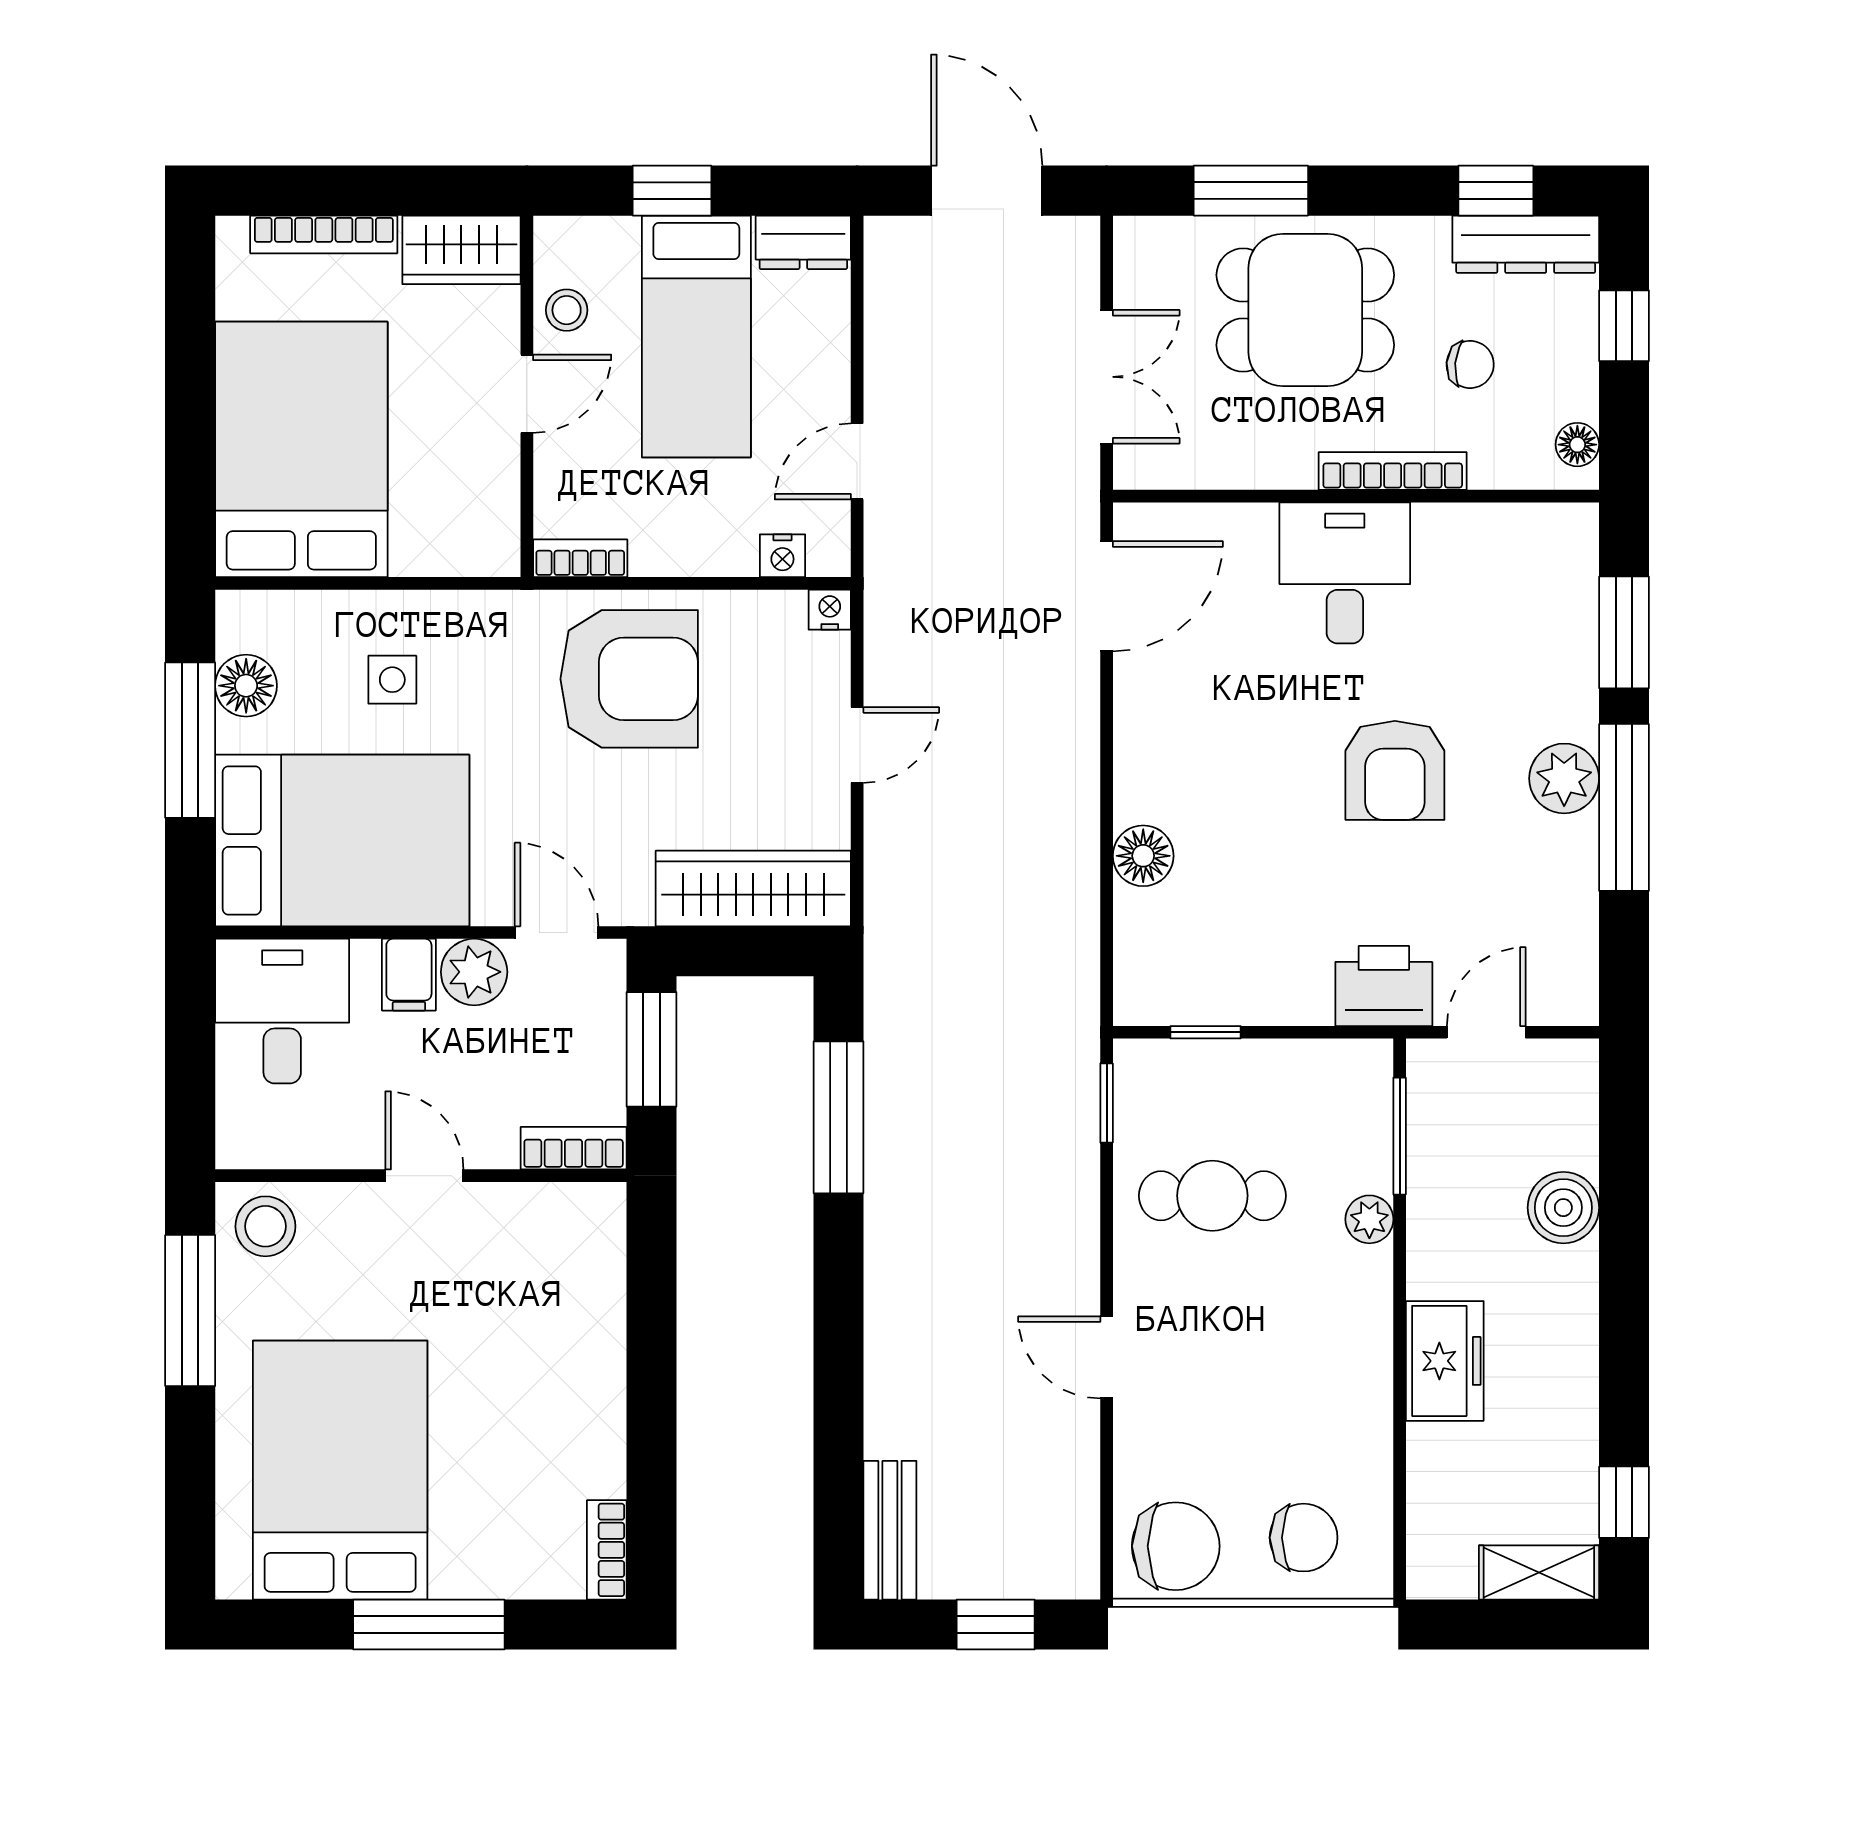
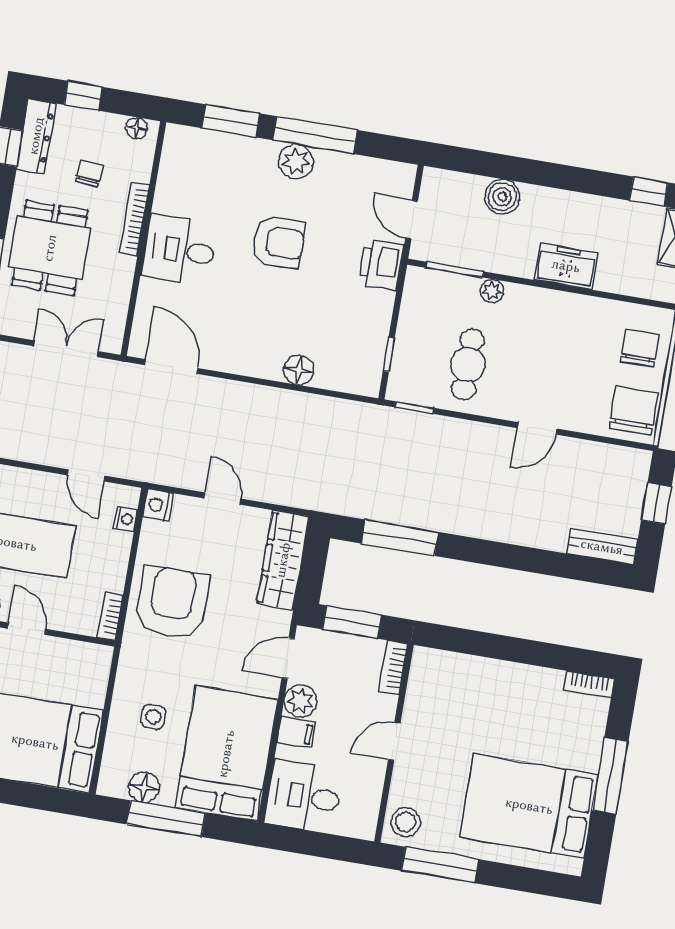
nightstand: (830, 610) -> (158, 505), width x1.39, depth x1.35

